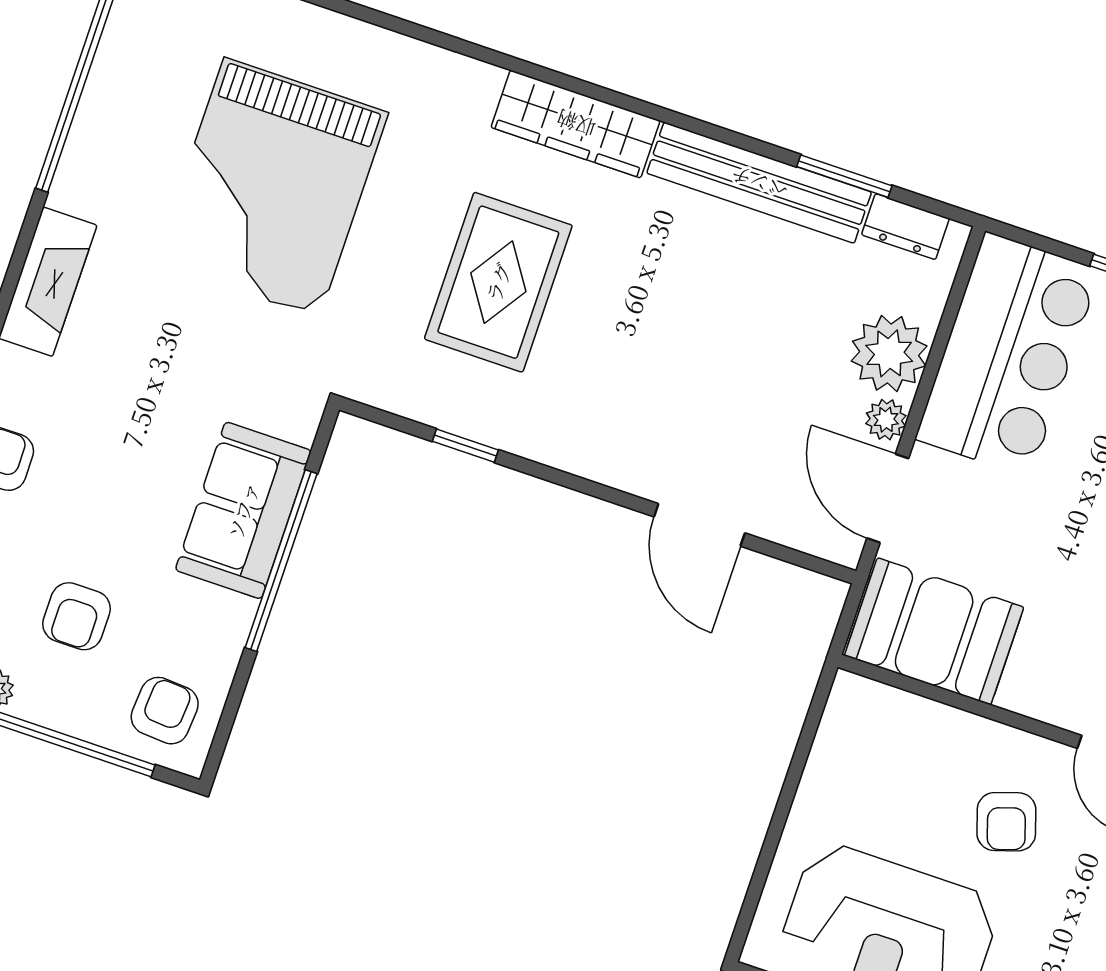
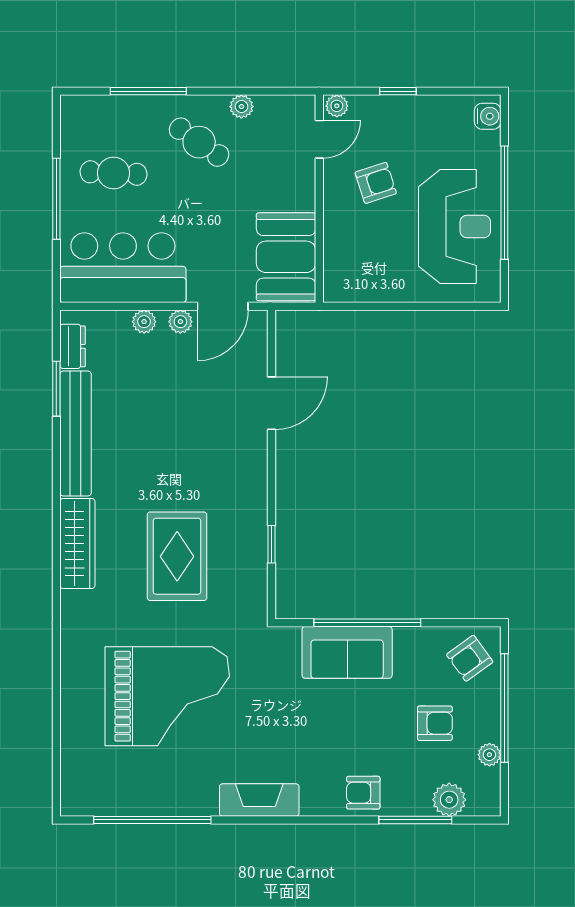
rug: (498, 282) -> (177, 556), turned 90
plant: (889, 353) -> (144, 322), width x0.53, depth x0.53
armchair: (165, 711) -> (470, 658), turned -40

